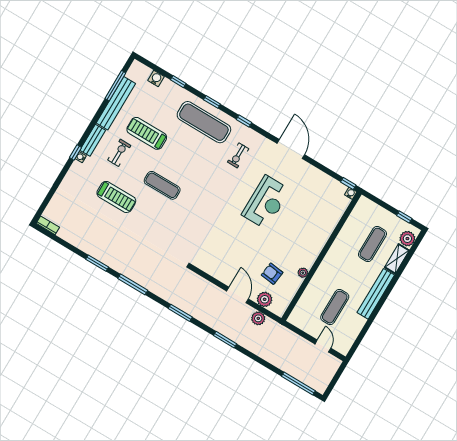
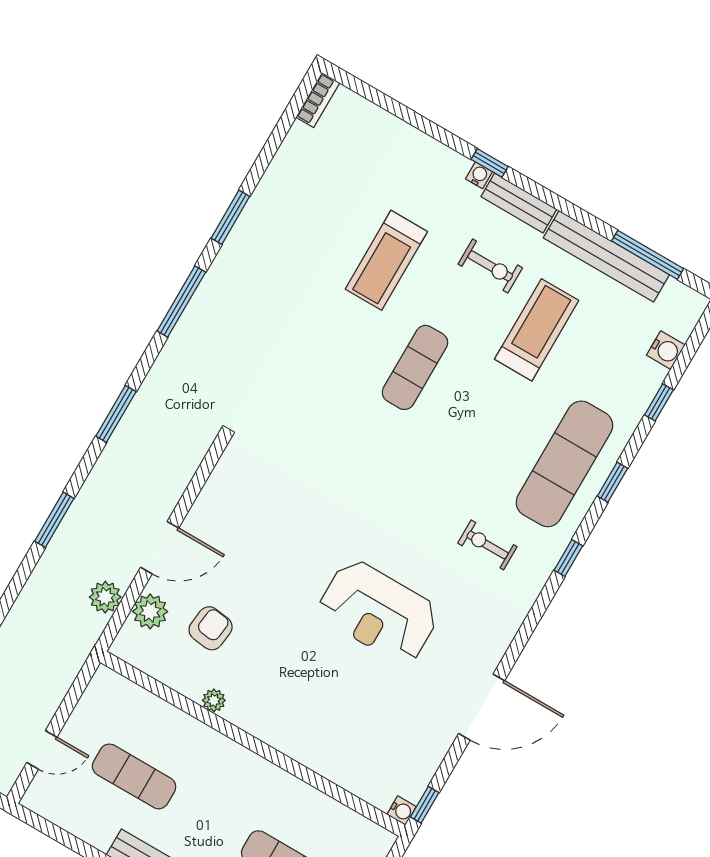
door: (291, 149) -> (482, 707), moved

